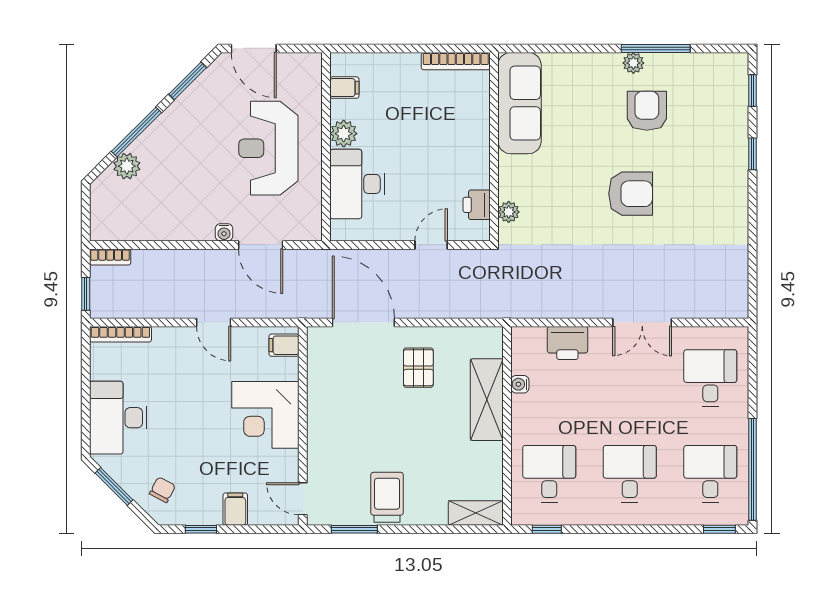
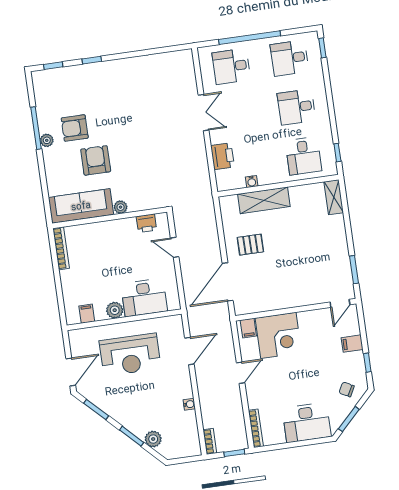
window: (136, 132) -> (132, 436), width x0.69
armchair: (631, 194) -> (96, 160), moved
plant: (509, 212) -> (121, 207), moved
water cooler: (224, 232) -> (189, 404), moved
corner desk: (265, 415) -> (278, 335), moved
window: (753, 469) -> (250, 38), moved
desk: (549, 474) -> (303, 156), turned -90
trolley: (387, 497) -> (332, 252), removed

